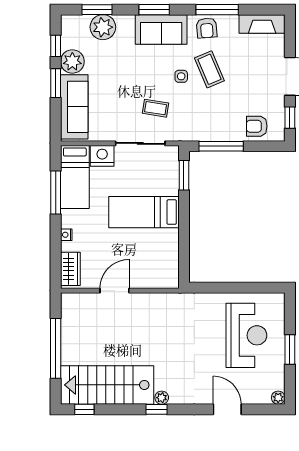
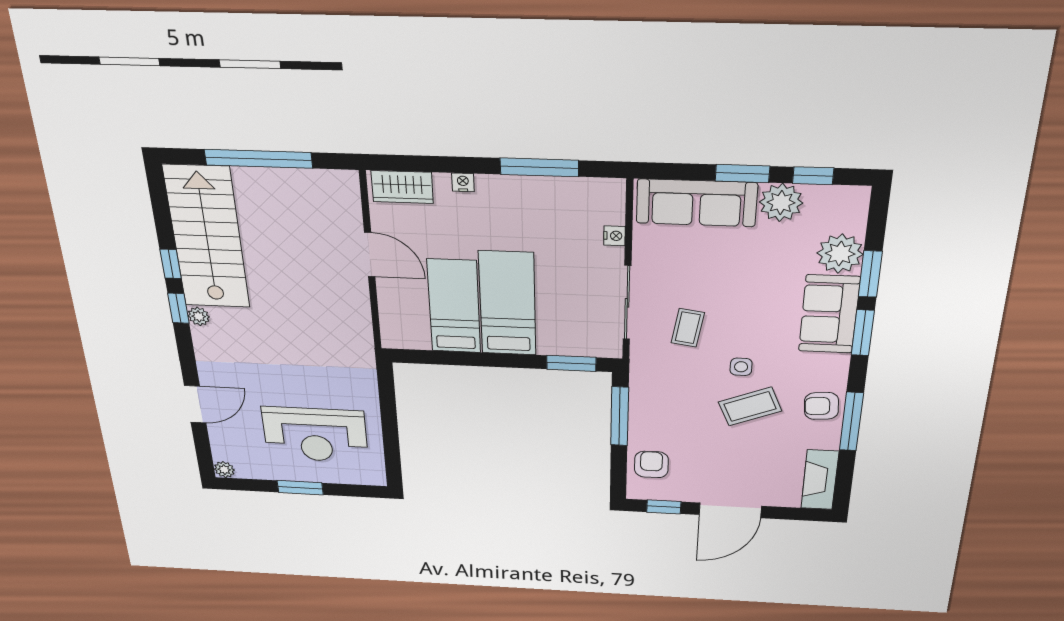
window: (97, 10) -> (870, 274), moved
sofa: (161, 29) -> (829, 314), moved
nightstand: (102, 156) -> (614, 236), width x0.53, depth x0.56
bed: (75, 177) -> (454, 306), moved, turned 90
window: (84, 409) -> (171, 264), moved

